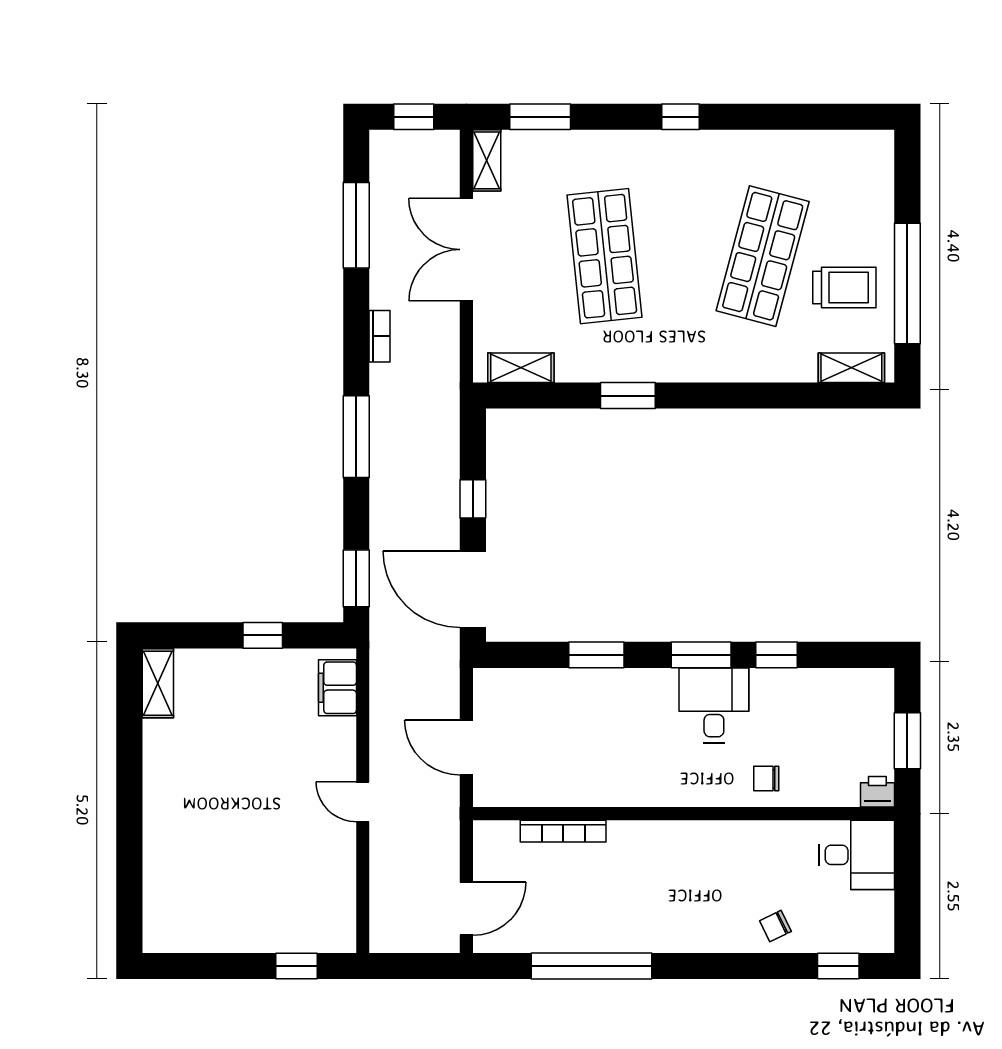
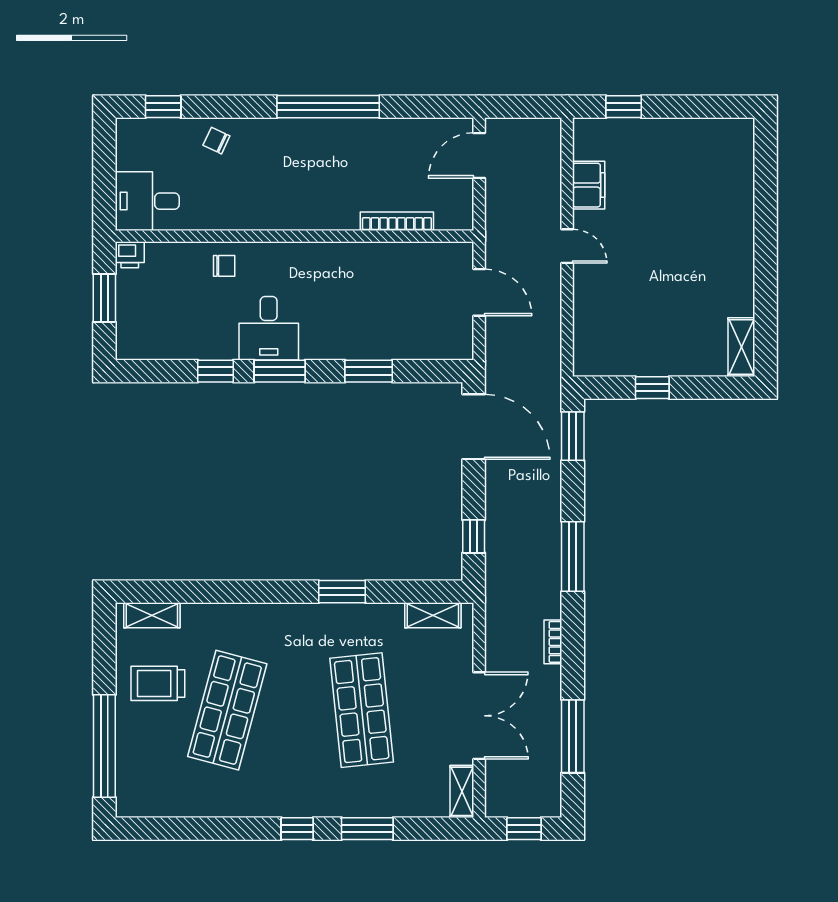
window: (540, 117) -> (367, 829), moved
window: (907, 283) -> (104, 746), moved
window: (473, 499) -> (474, 536), moved
filing cabinet: (337, 688) -> (589, 185), moved
chair: (775, 926) -> (216, 141), turned -129
window: (592, 966) -> (328, 107), moved

